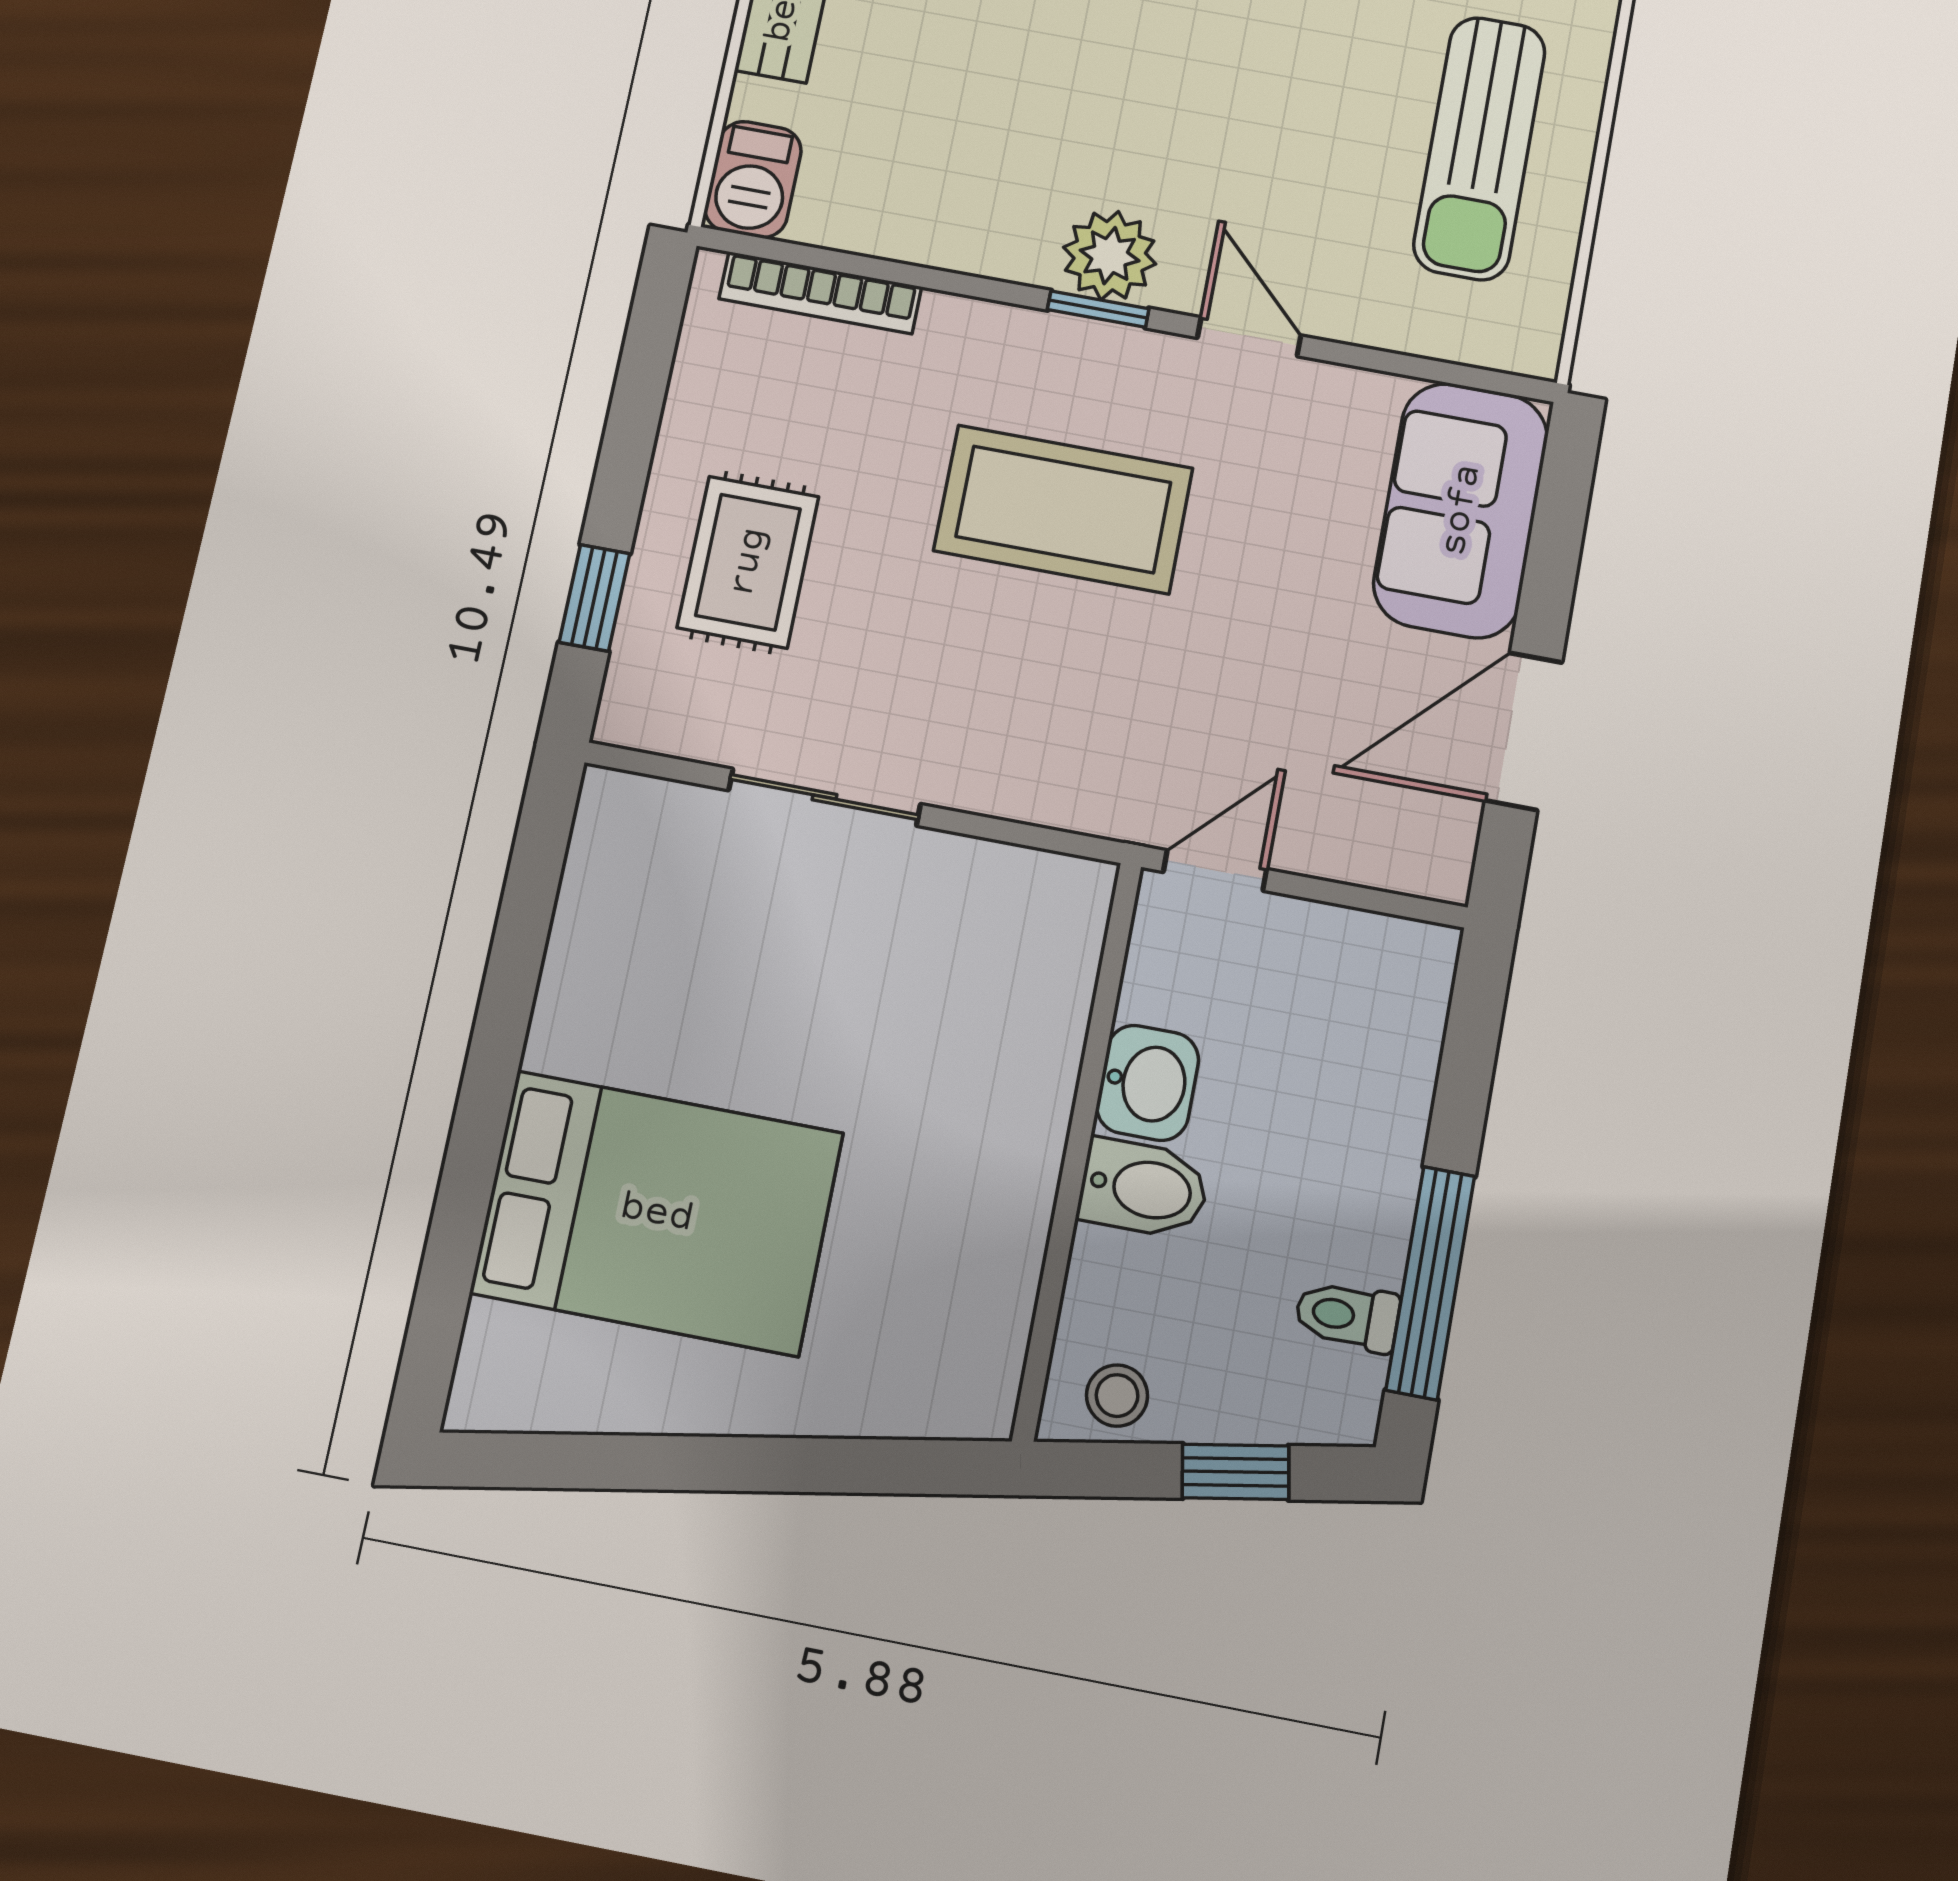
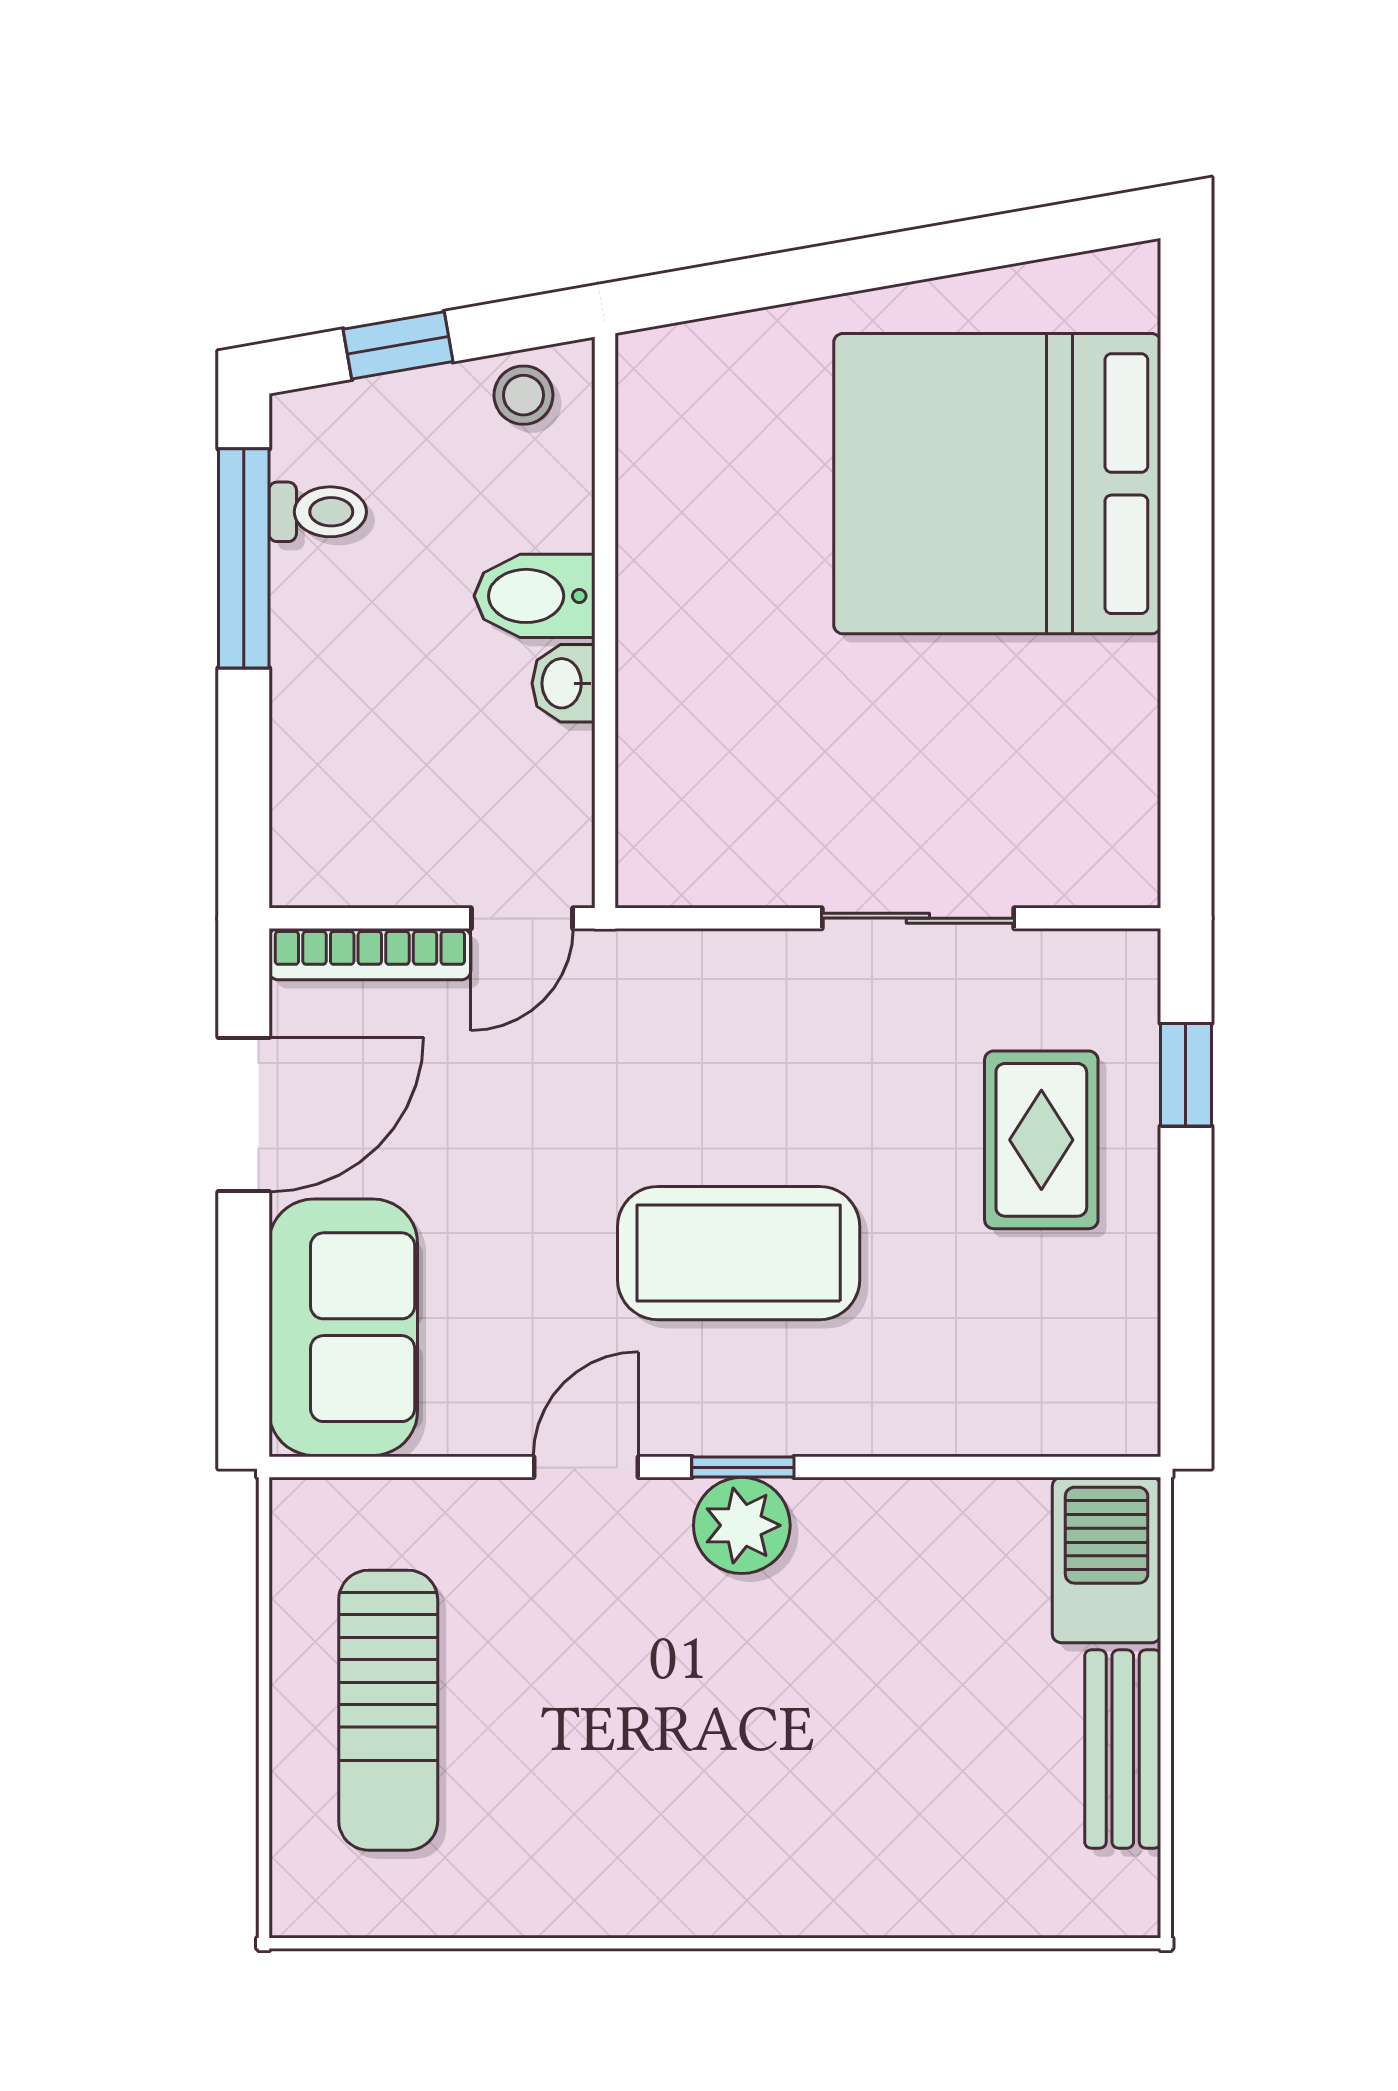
sun lounger: (1479, 148) -> (388, 1710), turned 180
barbecue: (753, 180) -> (1107, 1560), width x1.38, depth x1.27
bookcase: (820, 293) -> (370, 954), moved, turned 180
door: (1249, 337) -> (586, 1467), swing flipped
washbasin: (1148, 1083) -> (564, 683), width x0.72, depth x0.69
bed: (657, 1213) -> (997, 484), width x1.36

